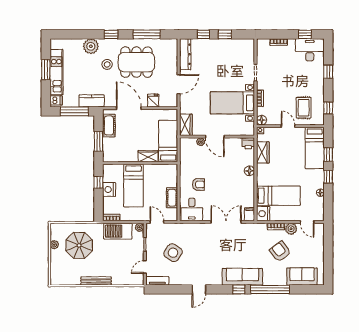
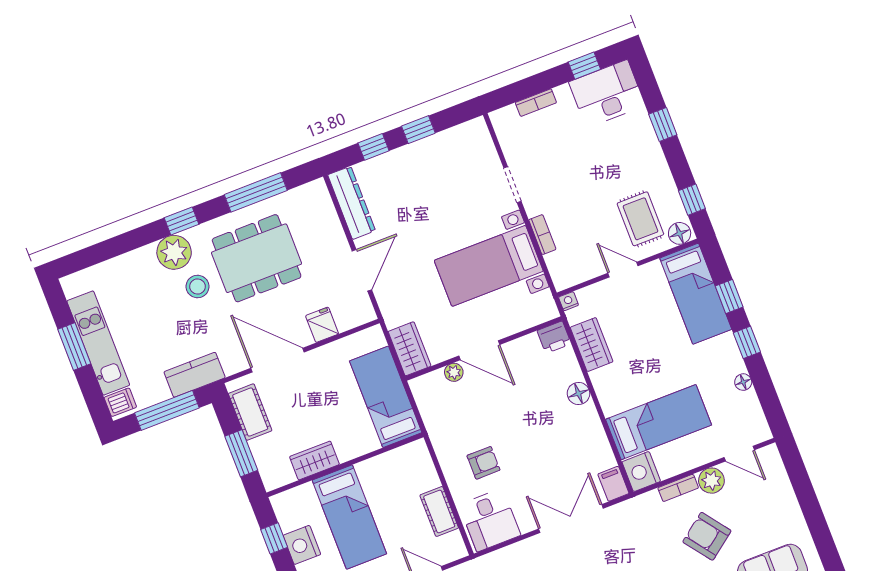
plant: (91, 46) -> (174, 252), moved
floor lamp: (262, 120) -> (680, 233), moved
wardrobe: (148, 156) -> (314, 460), moved

